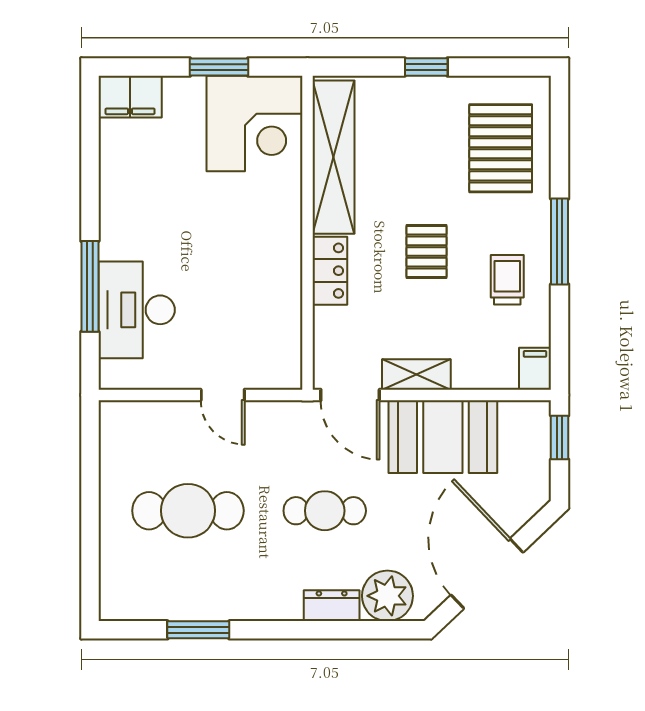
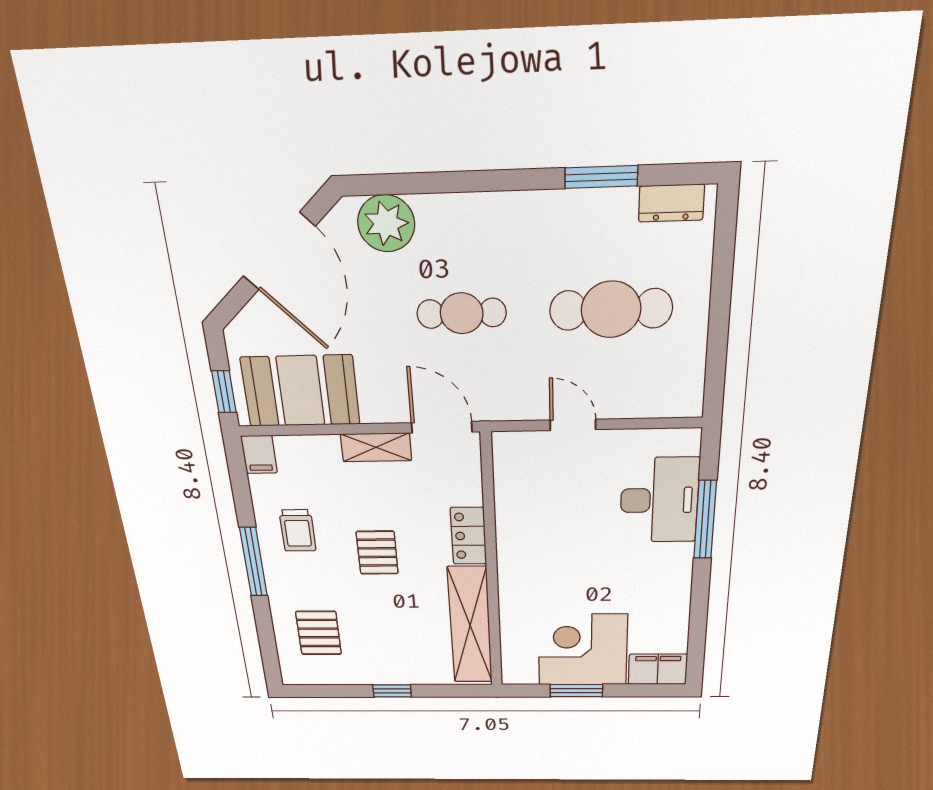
corner desk: (254, 123) -> (583, 650), moved
pallet: (501, 148) -> (319, 633), width x0.67, depth x0.71
booth: (443, 437) -> (301, 391), moved
dresser: (332, 606) -> (671, 203), moved

